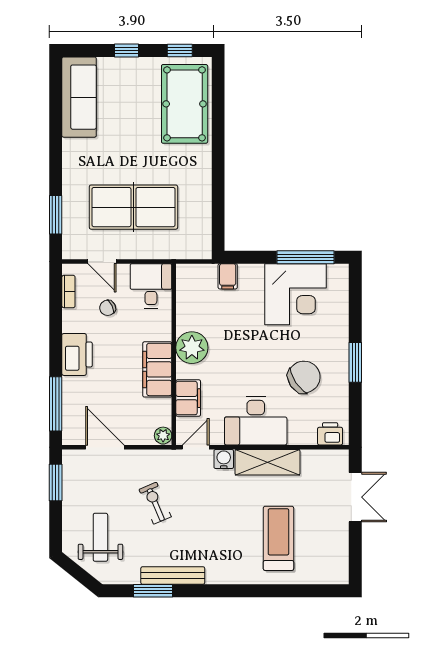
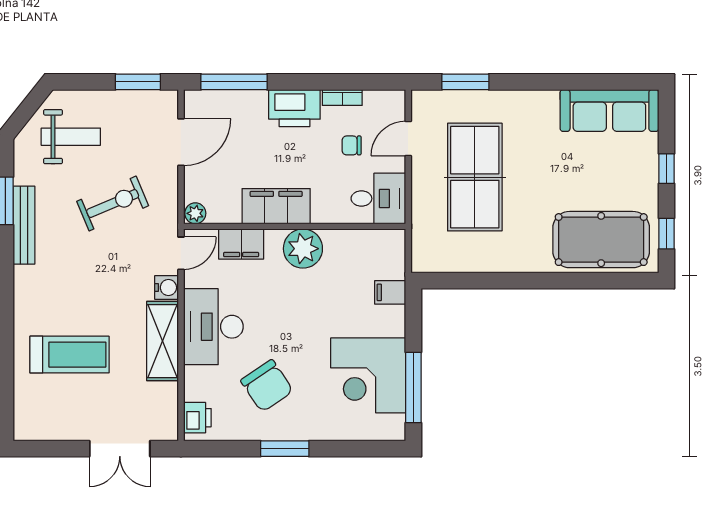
bookcase: (68, 291) -> (342, 98), moved
chair: (108, 308) -> (352, 145), turned -63
door: (196, 447) -> (181, 253), hinge flipped
exercise bike: (155, 503) -> (113, 204), width x1.38, depth x1.39

